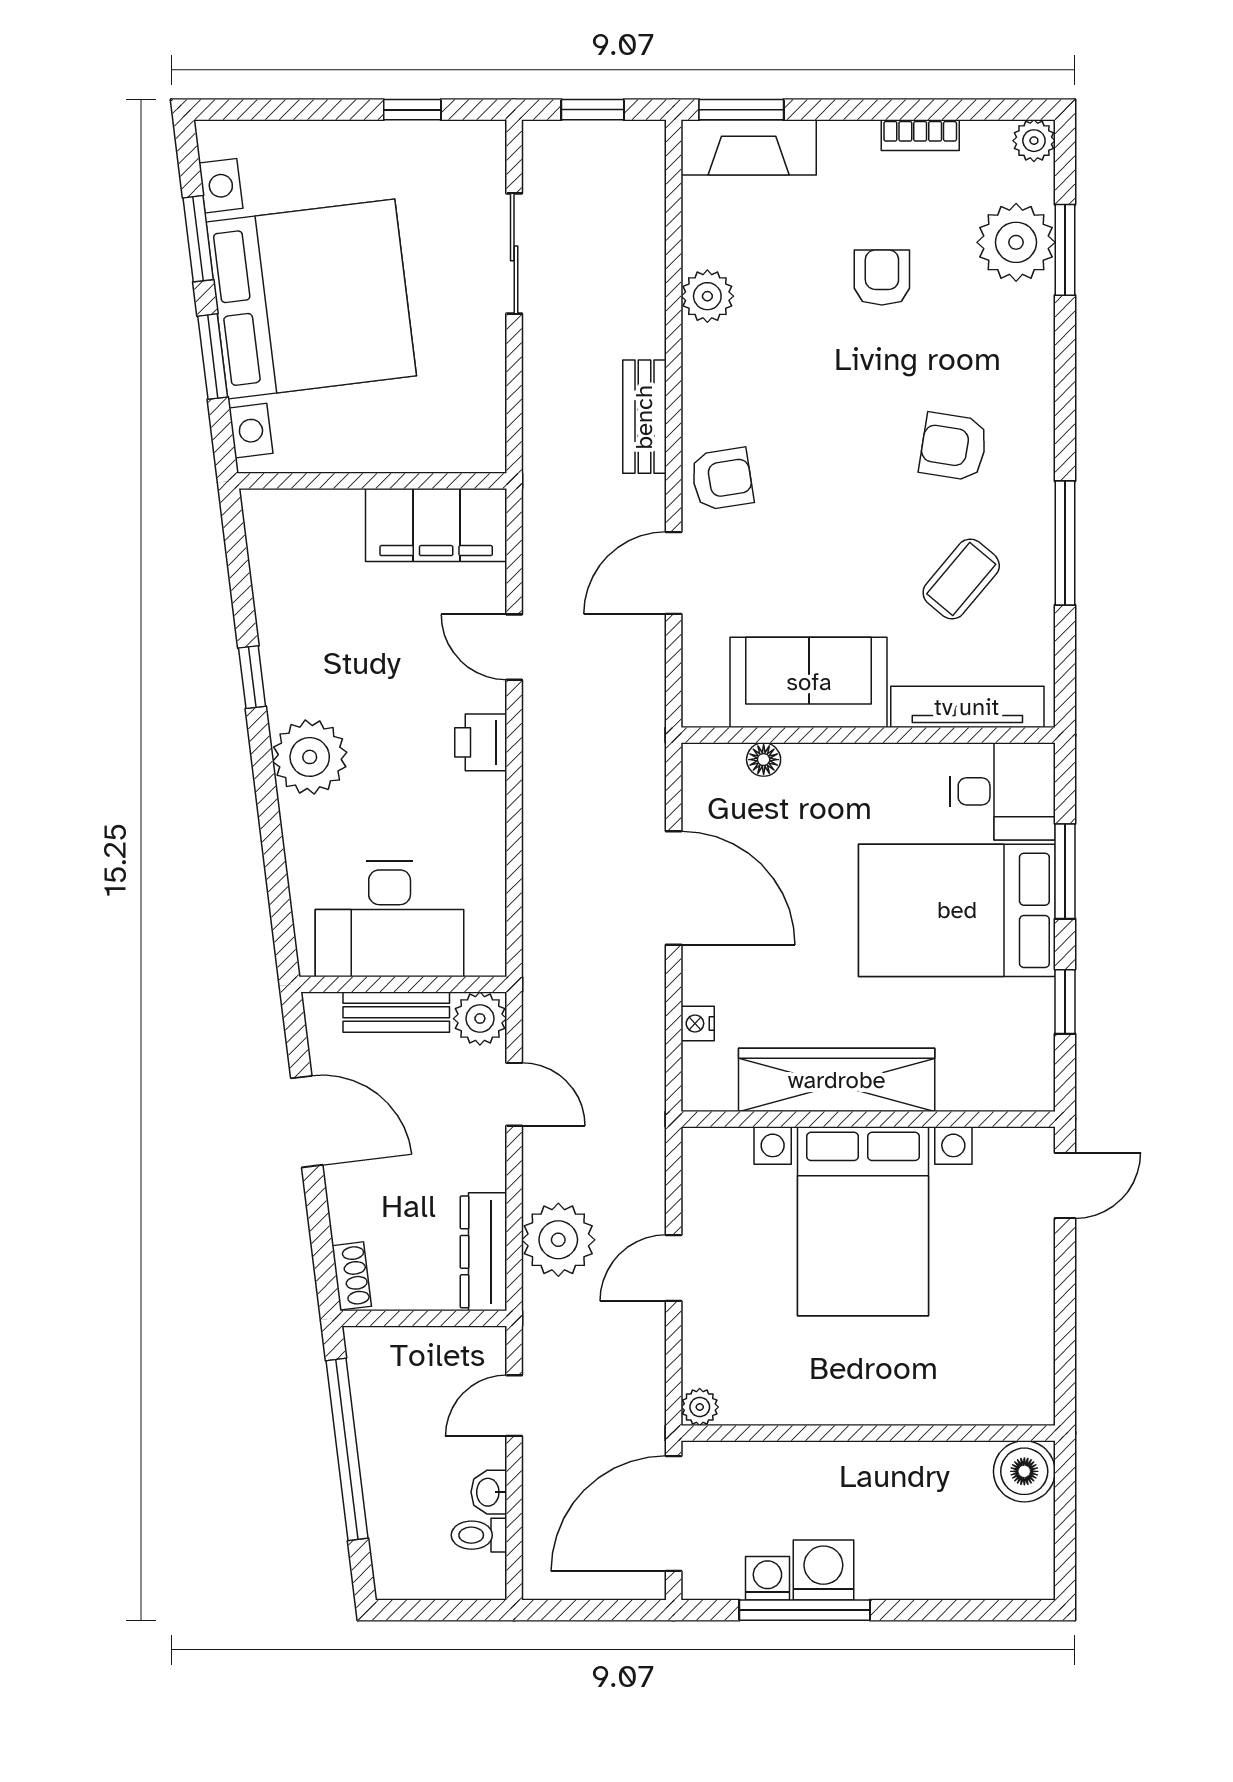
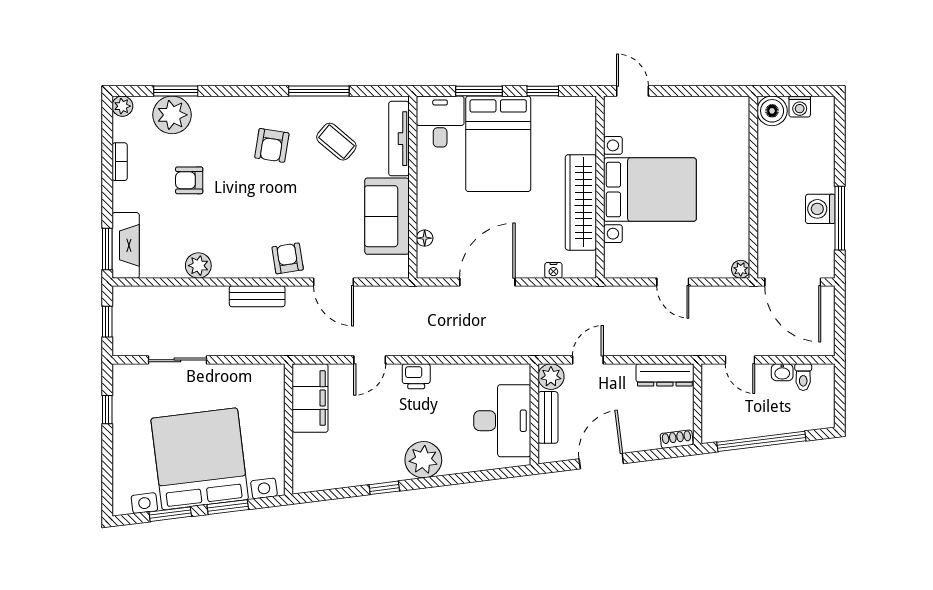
plant: (558, 1240) -> (659, 338), removed
washing machine: (767, 1578) -> (800, 106), moved, turned -90

